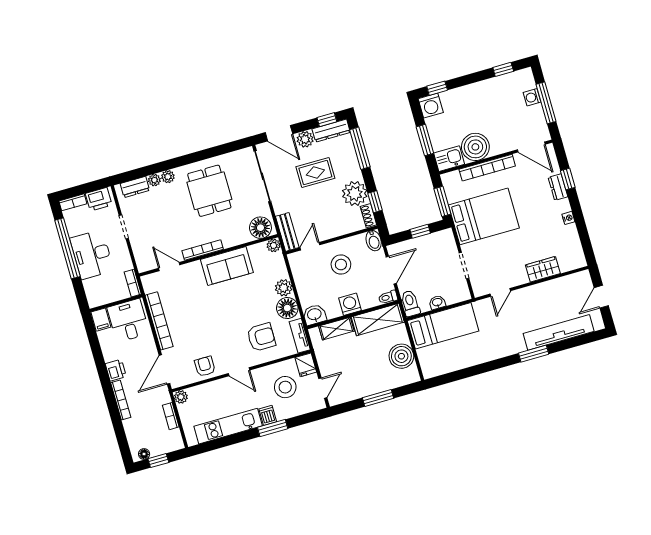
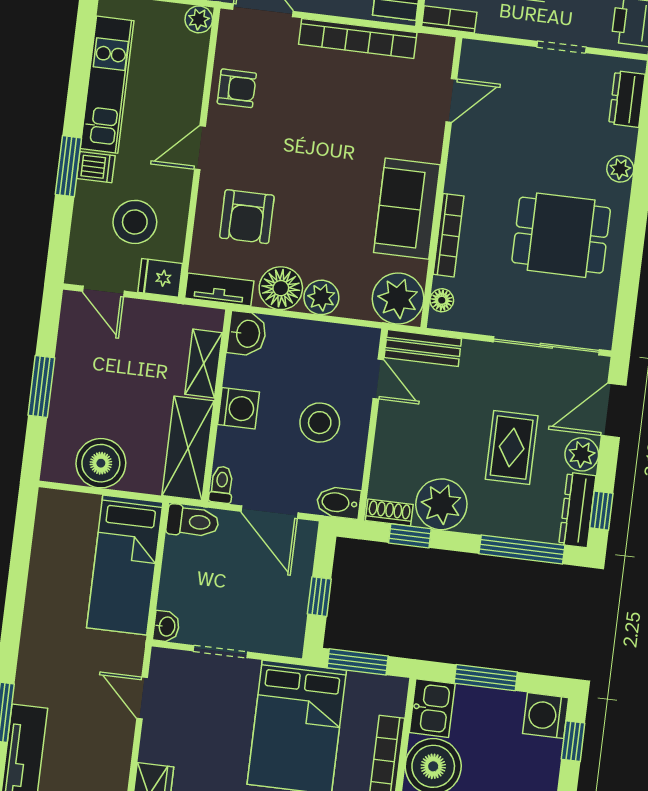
plant: (154, 180) -> (624, 141), removed
floor lamp: (260, 228) -> (442, 300), width x0.53, depth x0.53
plant: (274, 245) -> (398, 298), width x1.87, depth x1.87
bookcase: (203, 250) -> (449, 235), moved
washbasin: (437, 302) -> (166, 626), moved

